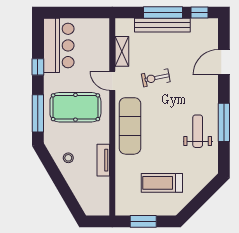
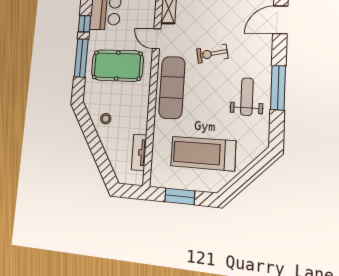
exercise bike: (156, 78) -> (212, 54), moved
window: (38, 113) -> (81, 58), moved
tv unit: (103, 160) -> (139, 152), moved
treadmill: (162, 183) -> (203, 153), width x1.37, depth x1.38

